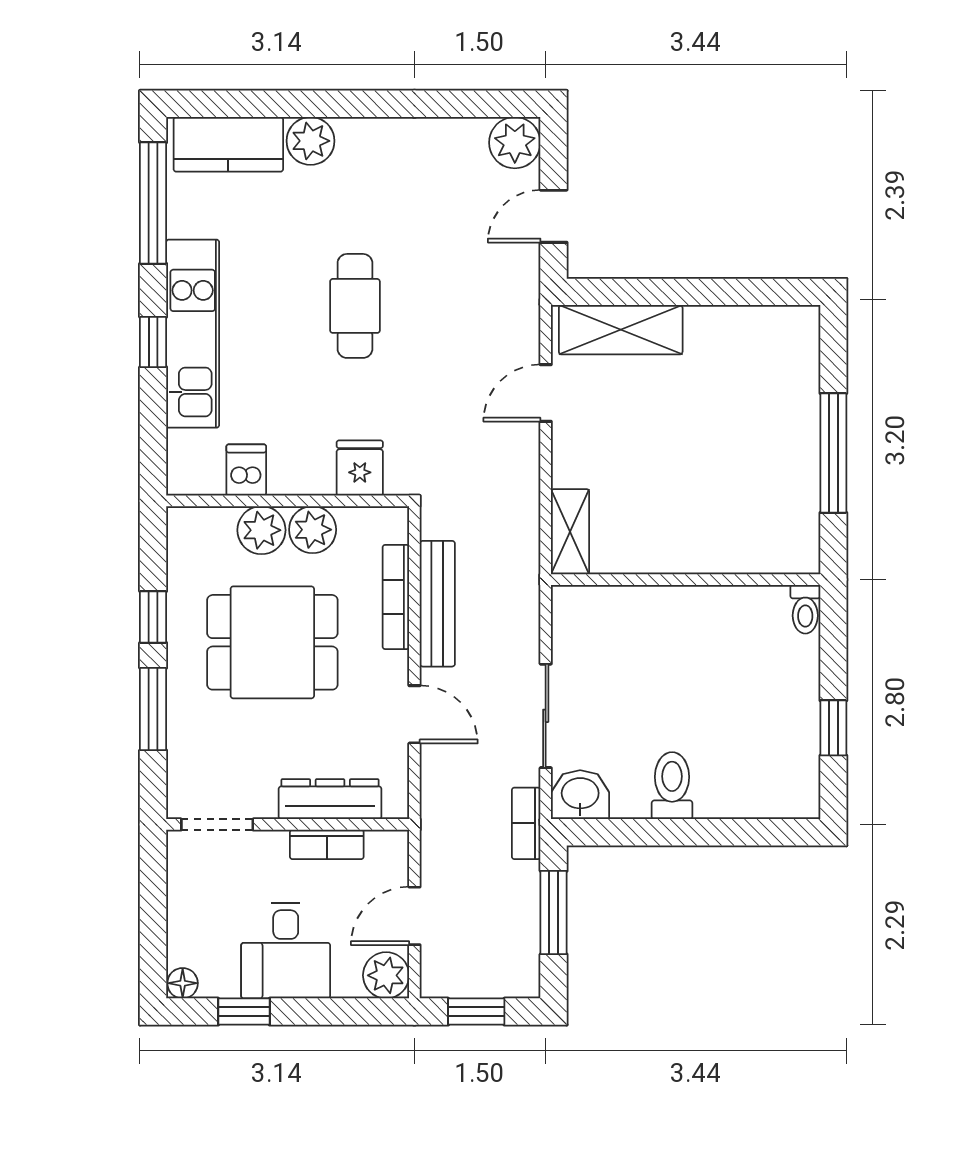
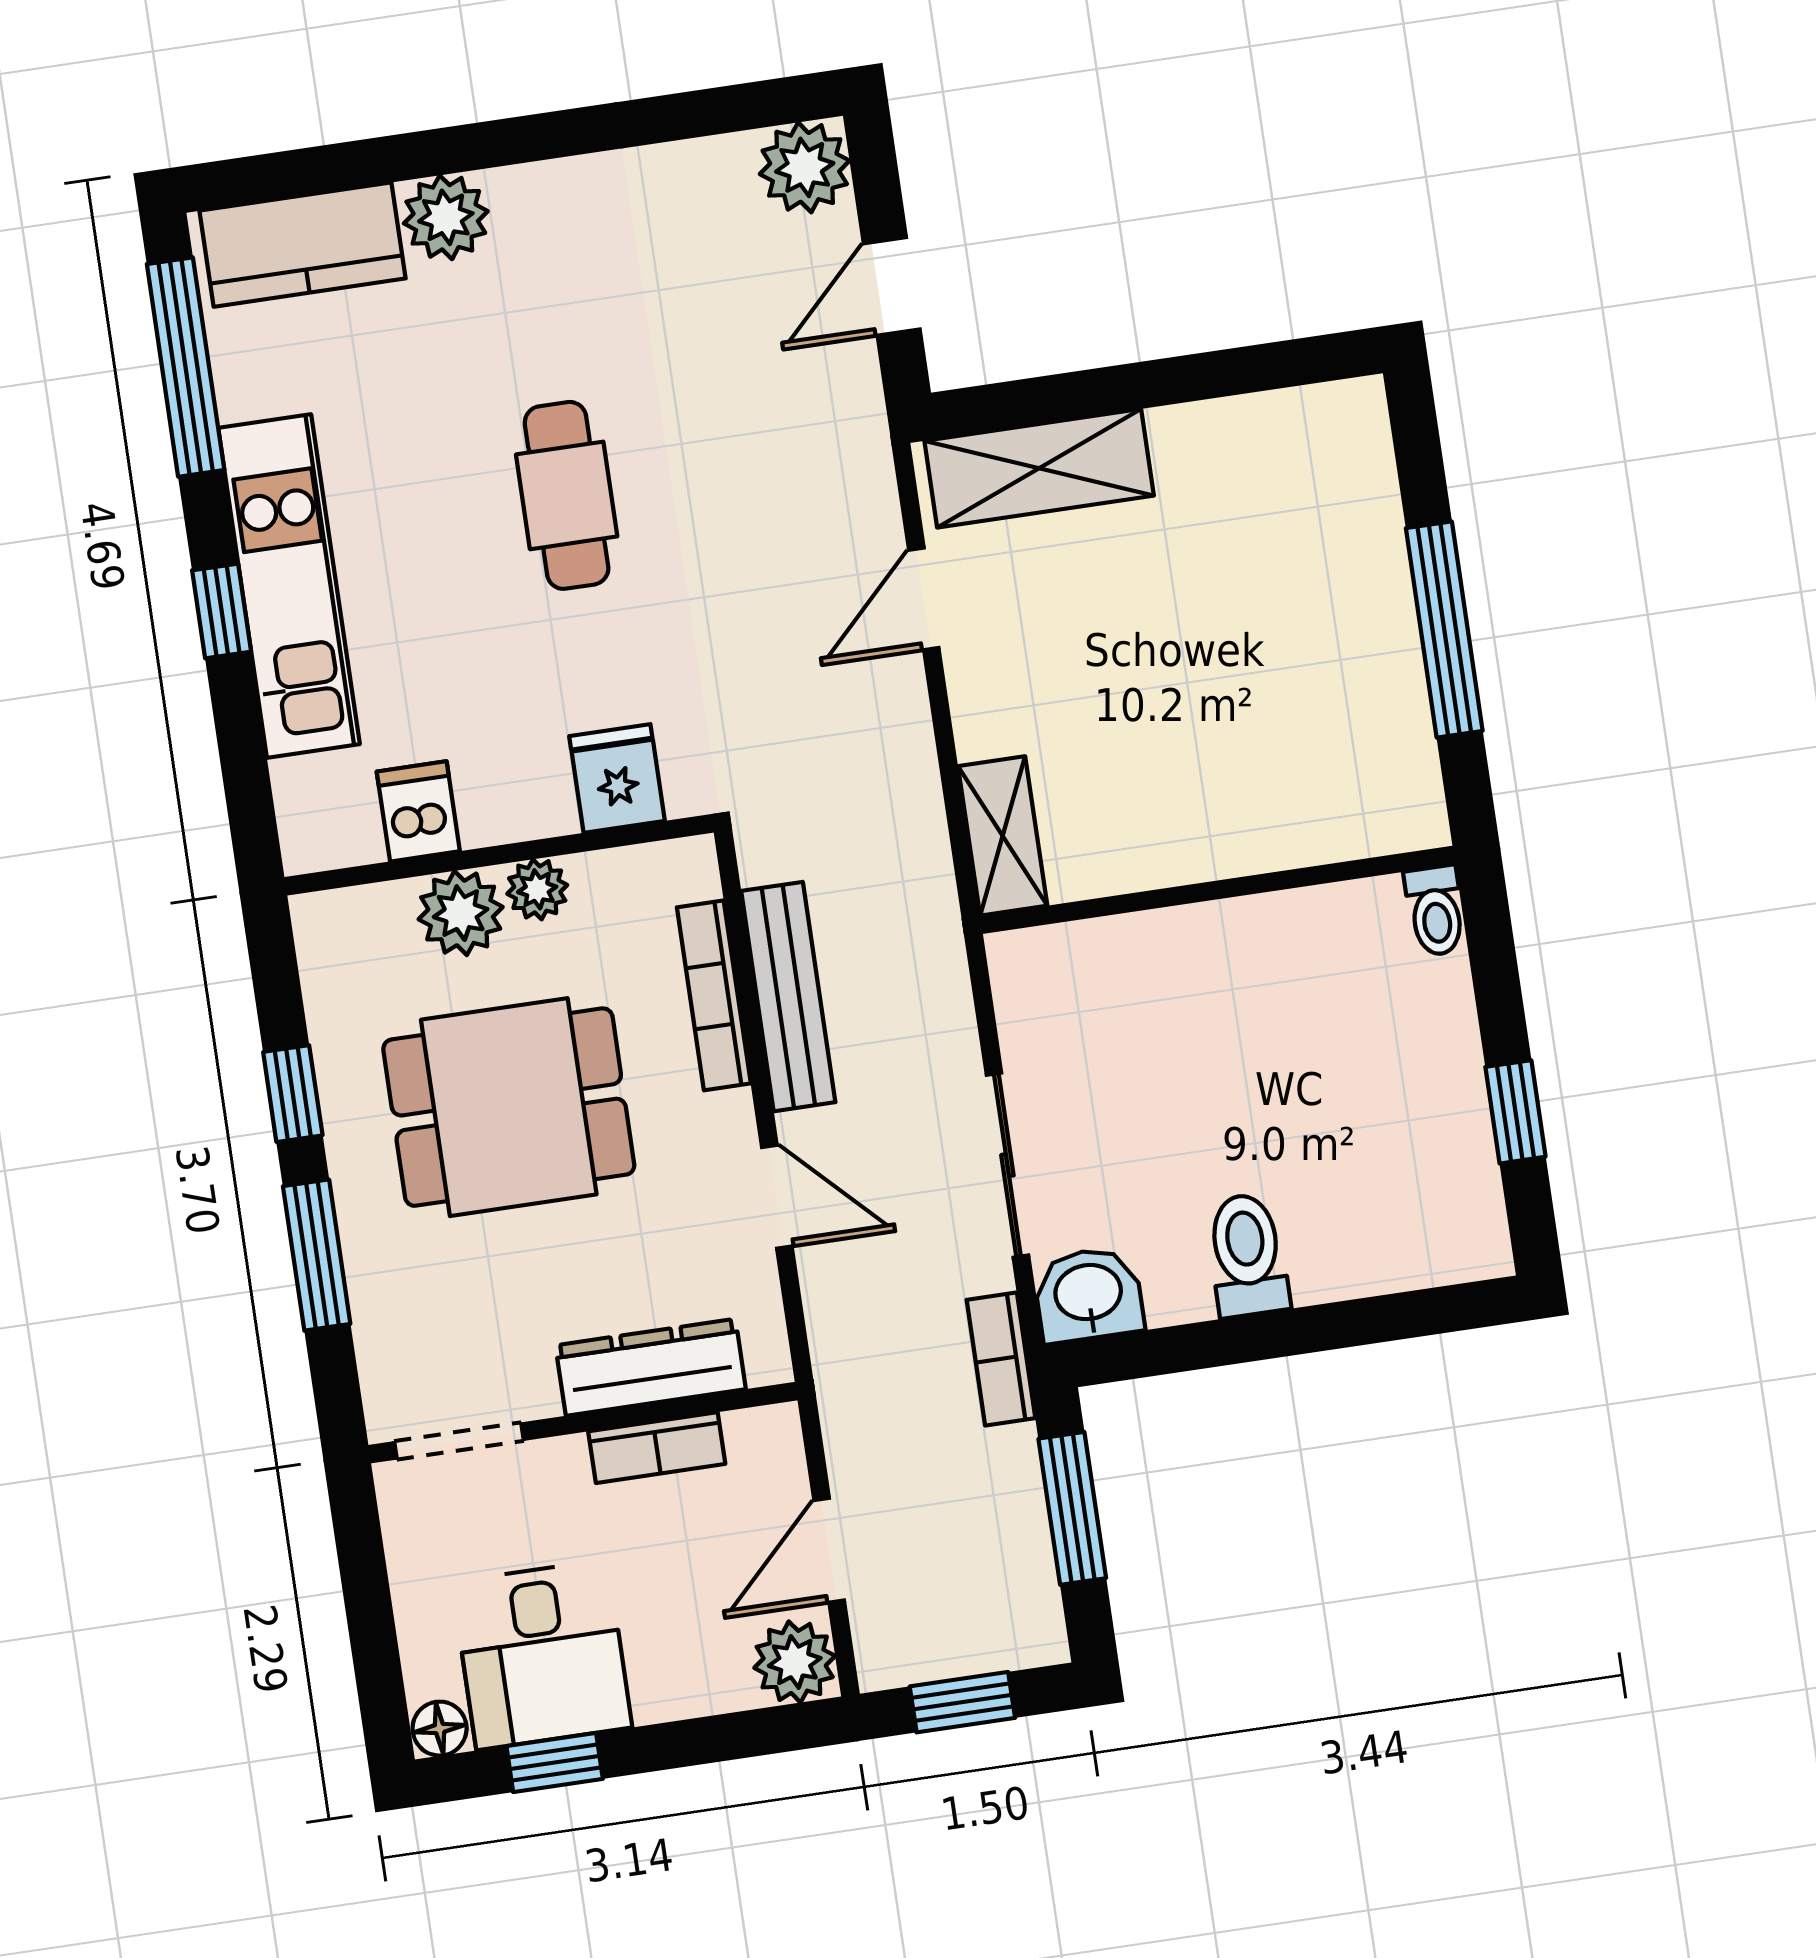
plant: (313, 530) -> (537, 889), width x0.73, depth x0.73
desk: (286, 950) -> (542, 1655), moved

